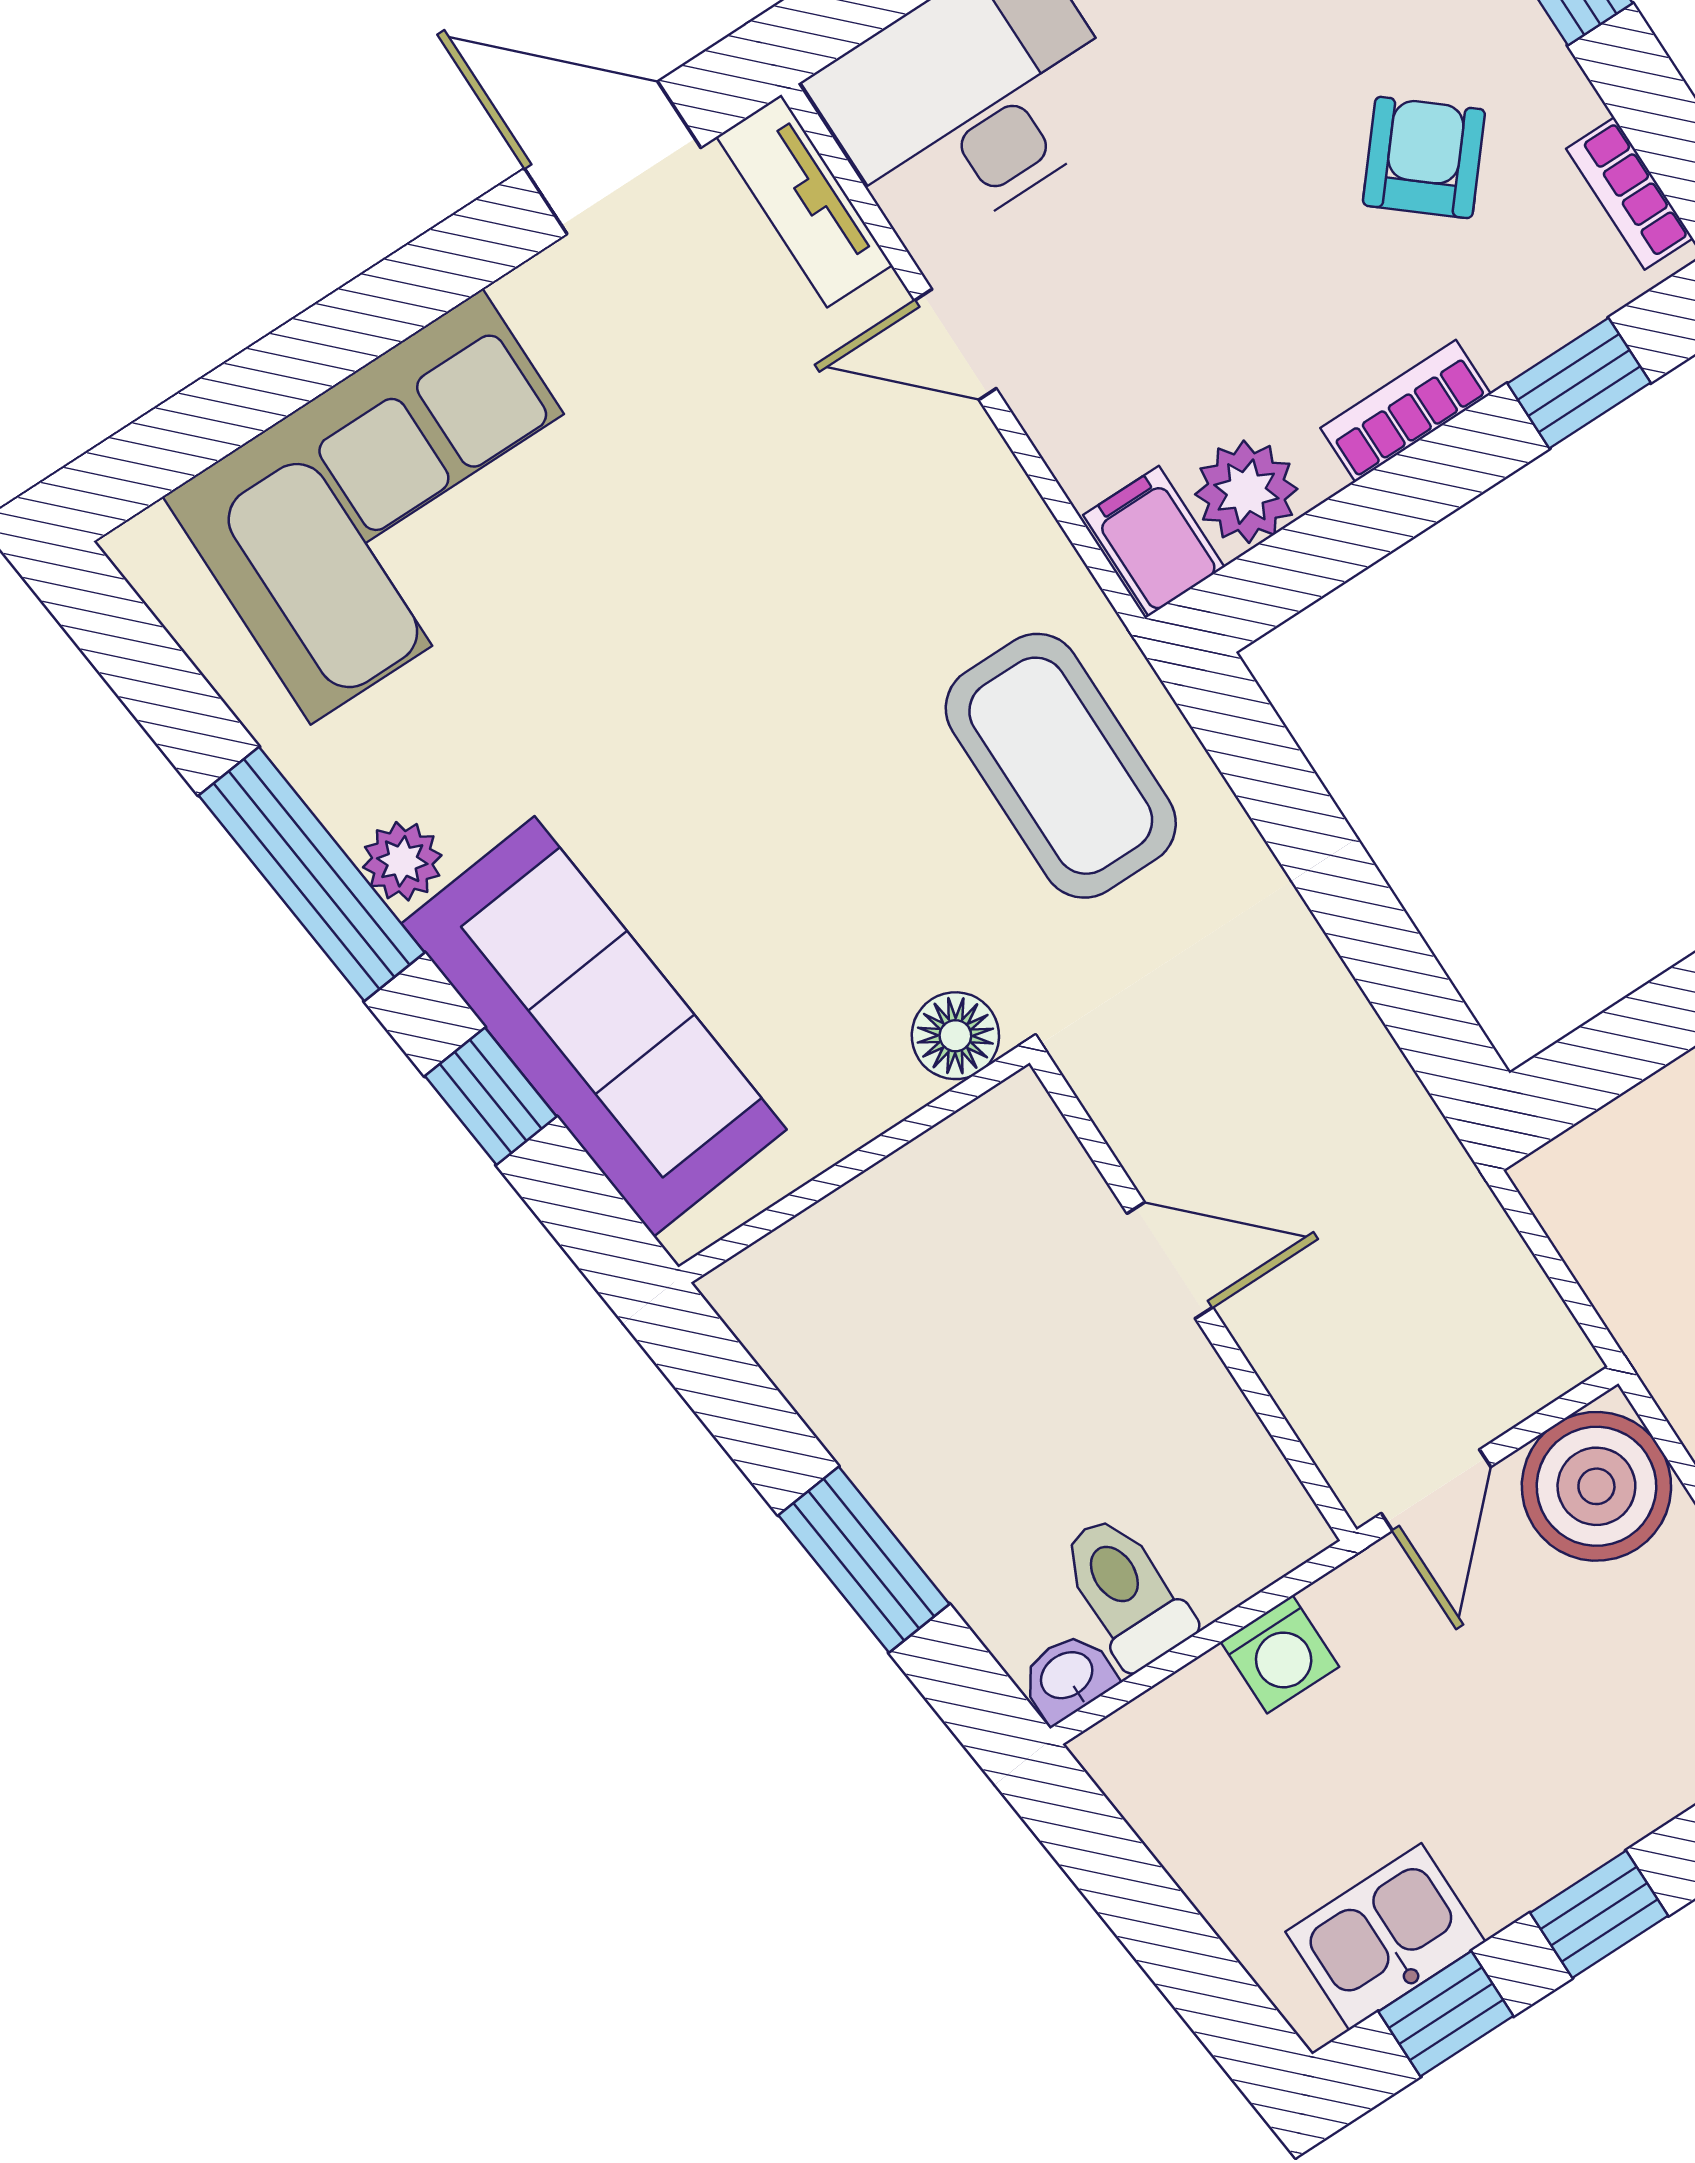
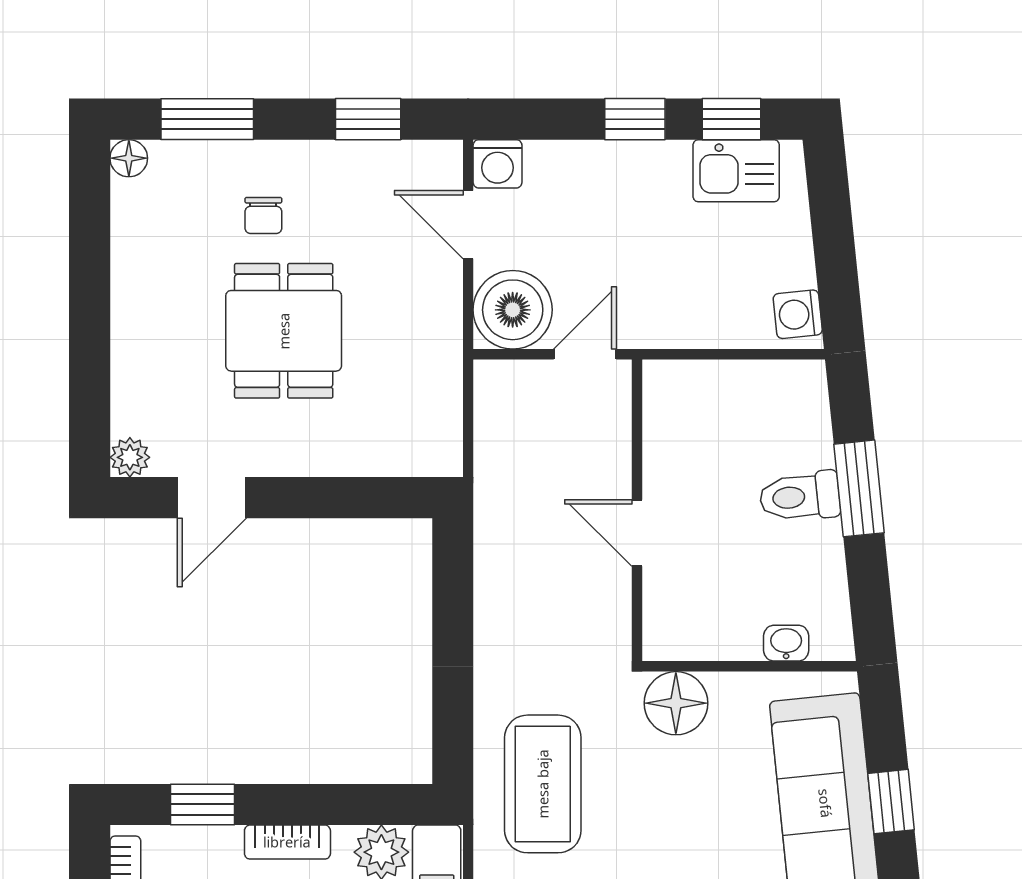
floor lamp: (955, 1036) -> (676, 703), width x1.38, depth x1.38
toilet: (1126, 1591) -> (800, 497), moved, turned 84
washing machine: (1280, 1654) -> (798, 314), moved, turned -96
washbasin: (1068, 1677) -> (786, 643), moved, turned 180

